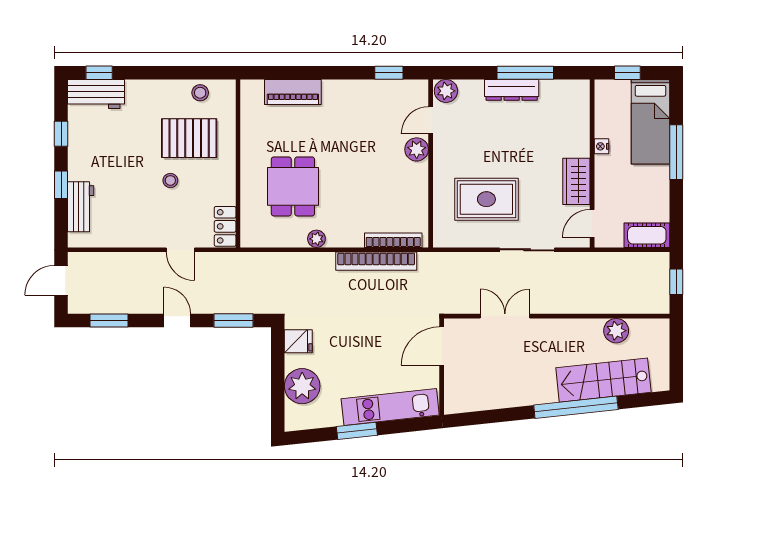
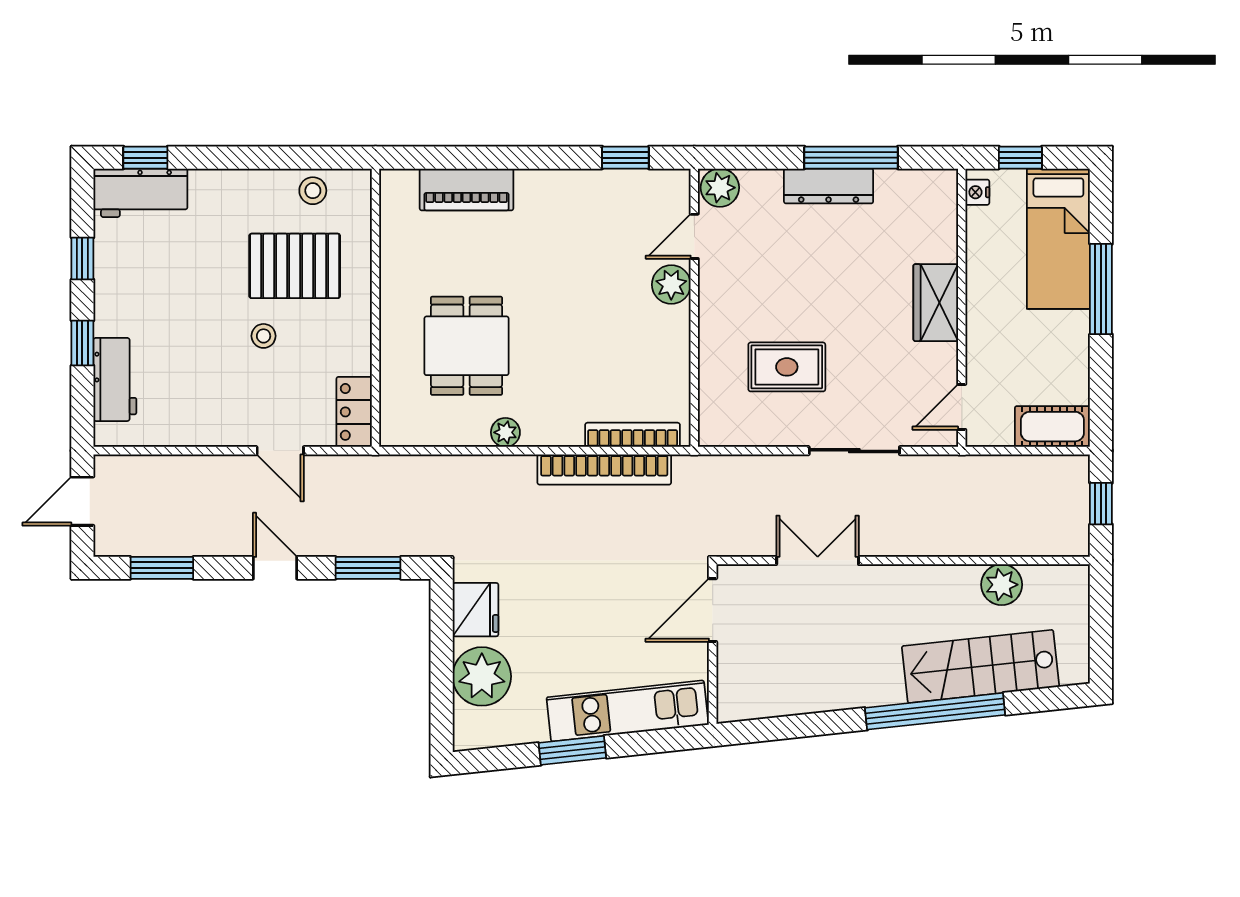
nightstand: (601, 146) -> (977, 192), moved
wardrobe: (576, 181) -> (936, 303), moved
rug: (486, 199) -> (787, 367), width x0.73, depth x0.70
fridge: (298, 341) -> (475, 610), width x1.38

